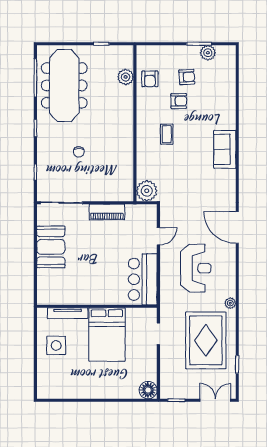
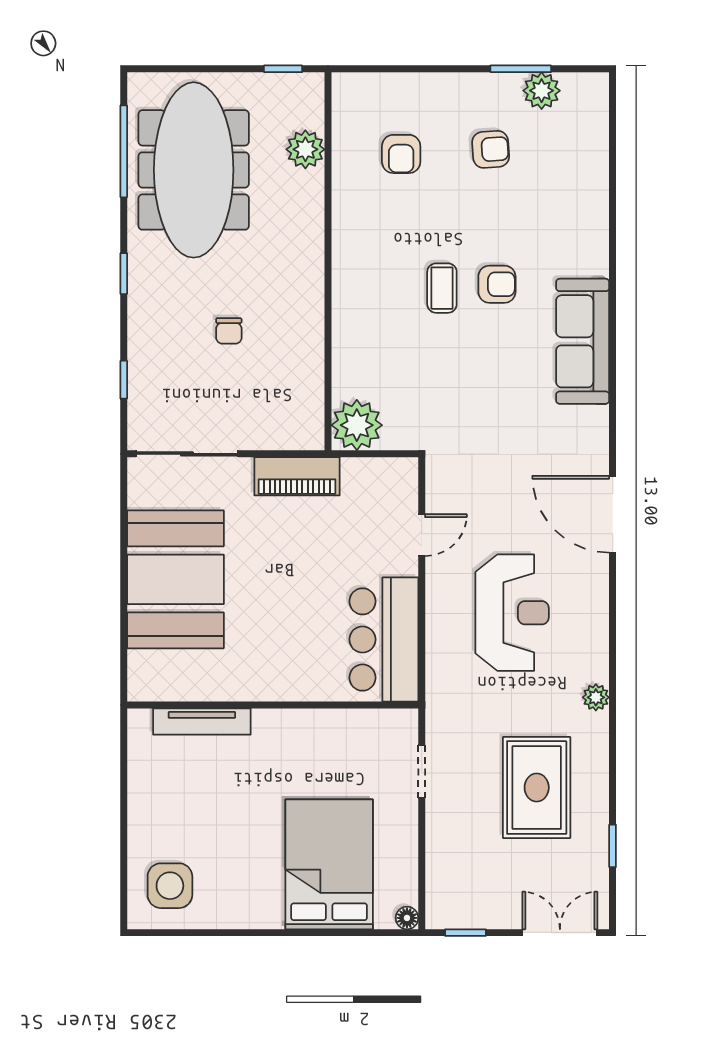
plant: (126, 77) -> (305, 149), moved
armchair: (179, 101) -> (497, 284), moved
wall: (135, 123) -> (328, 261), moved
sofa: (225, 149) -> (583, 341), width x1.36
plant: (147, 191) -> (357, 425), moved
booth: (51, 247) -> (175, 579), width x1.36, depth x1.42
bed: (107, 334) -> (329, 864), moved, turned 180
rug: (206, 340) -> (537, 788), width x0.73, depth x0.69
side table: (56, 345) -> (170, 886), moved
floor lamp: (148, 390) -> (407, 918), width x0.53, depth x0.53

